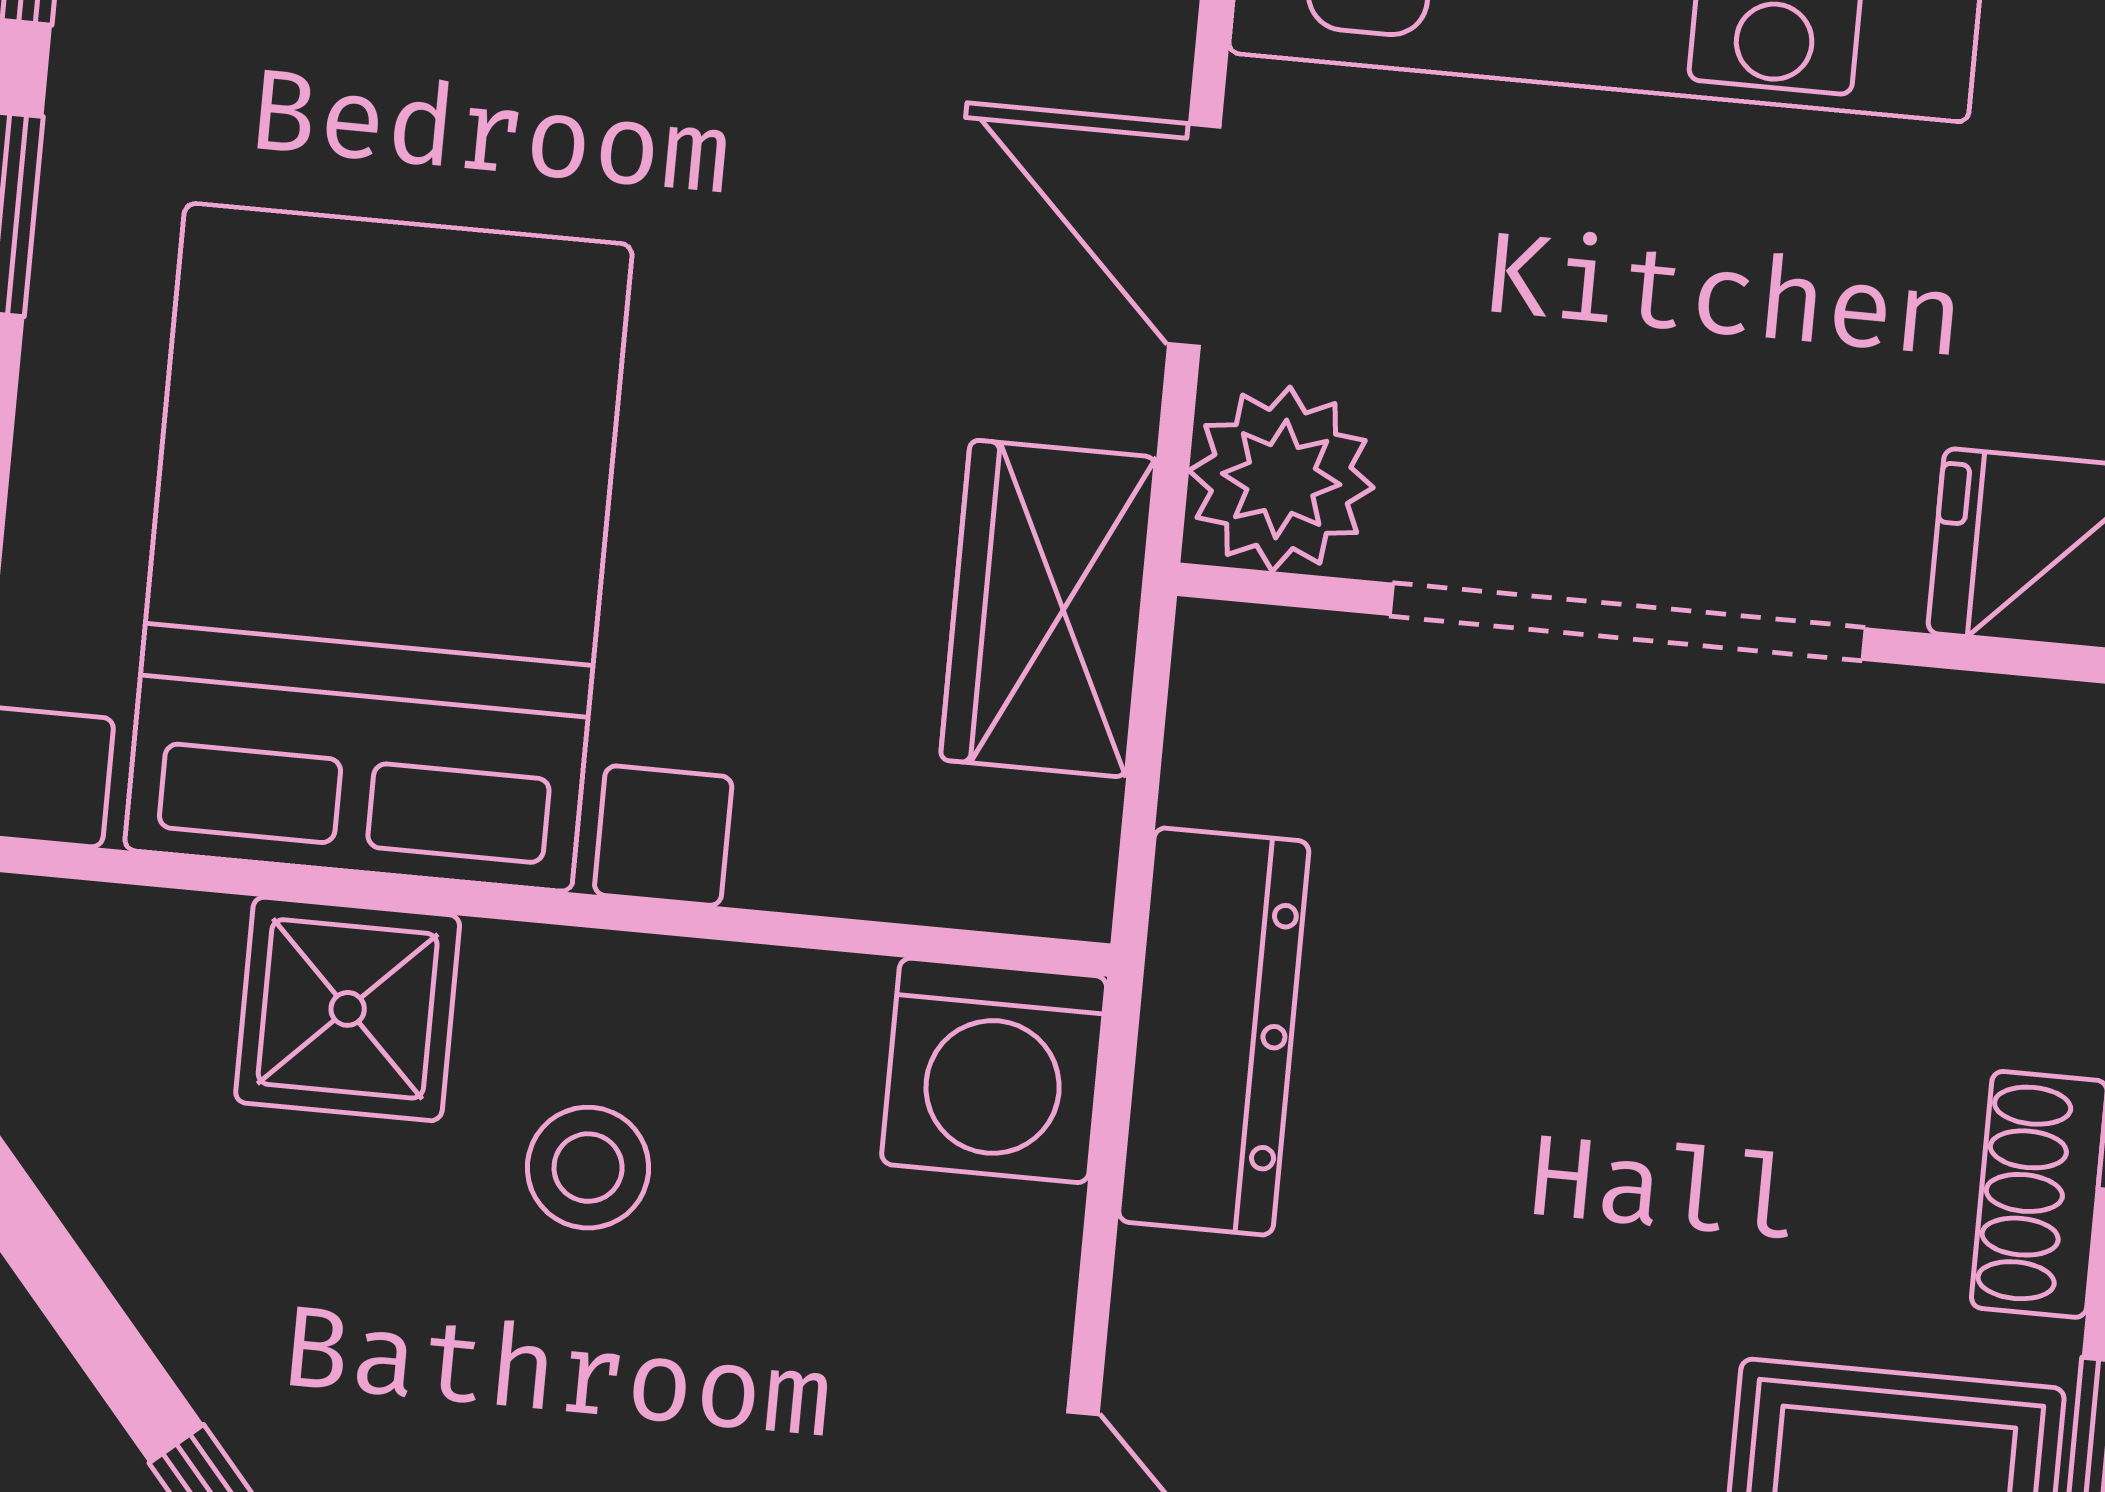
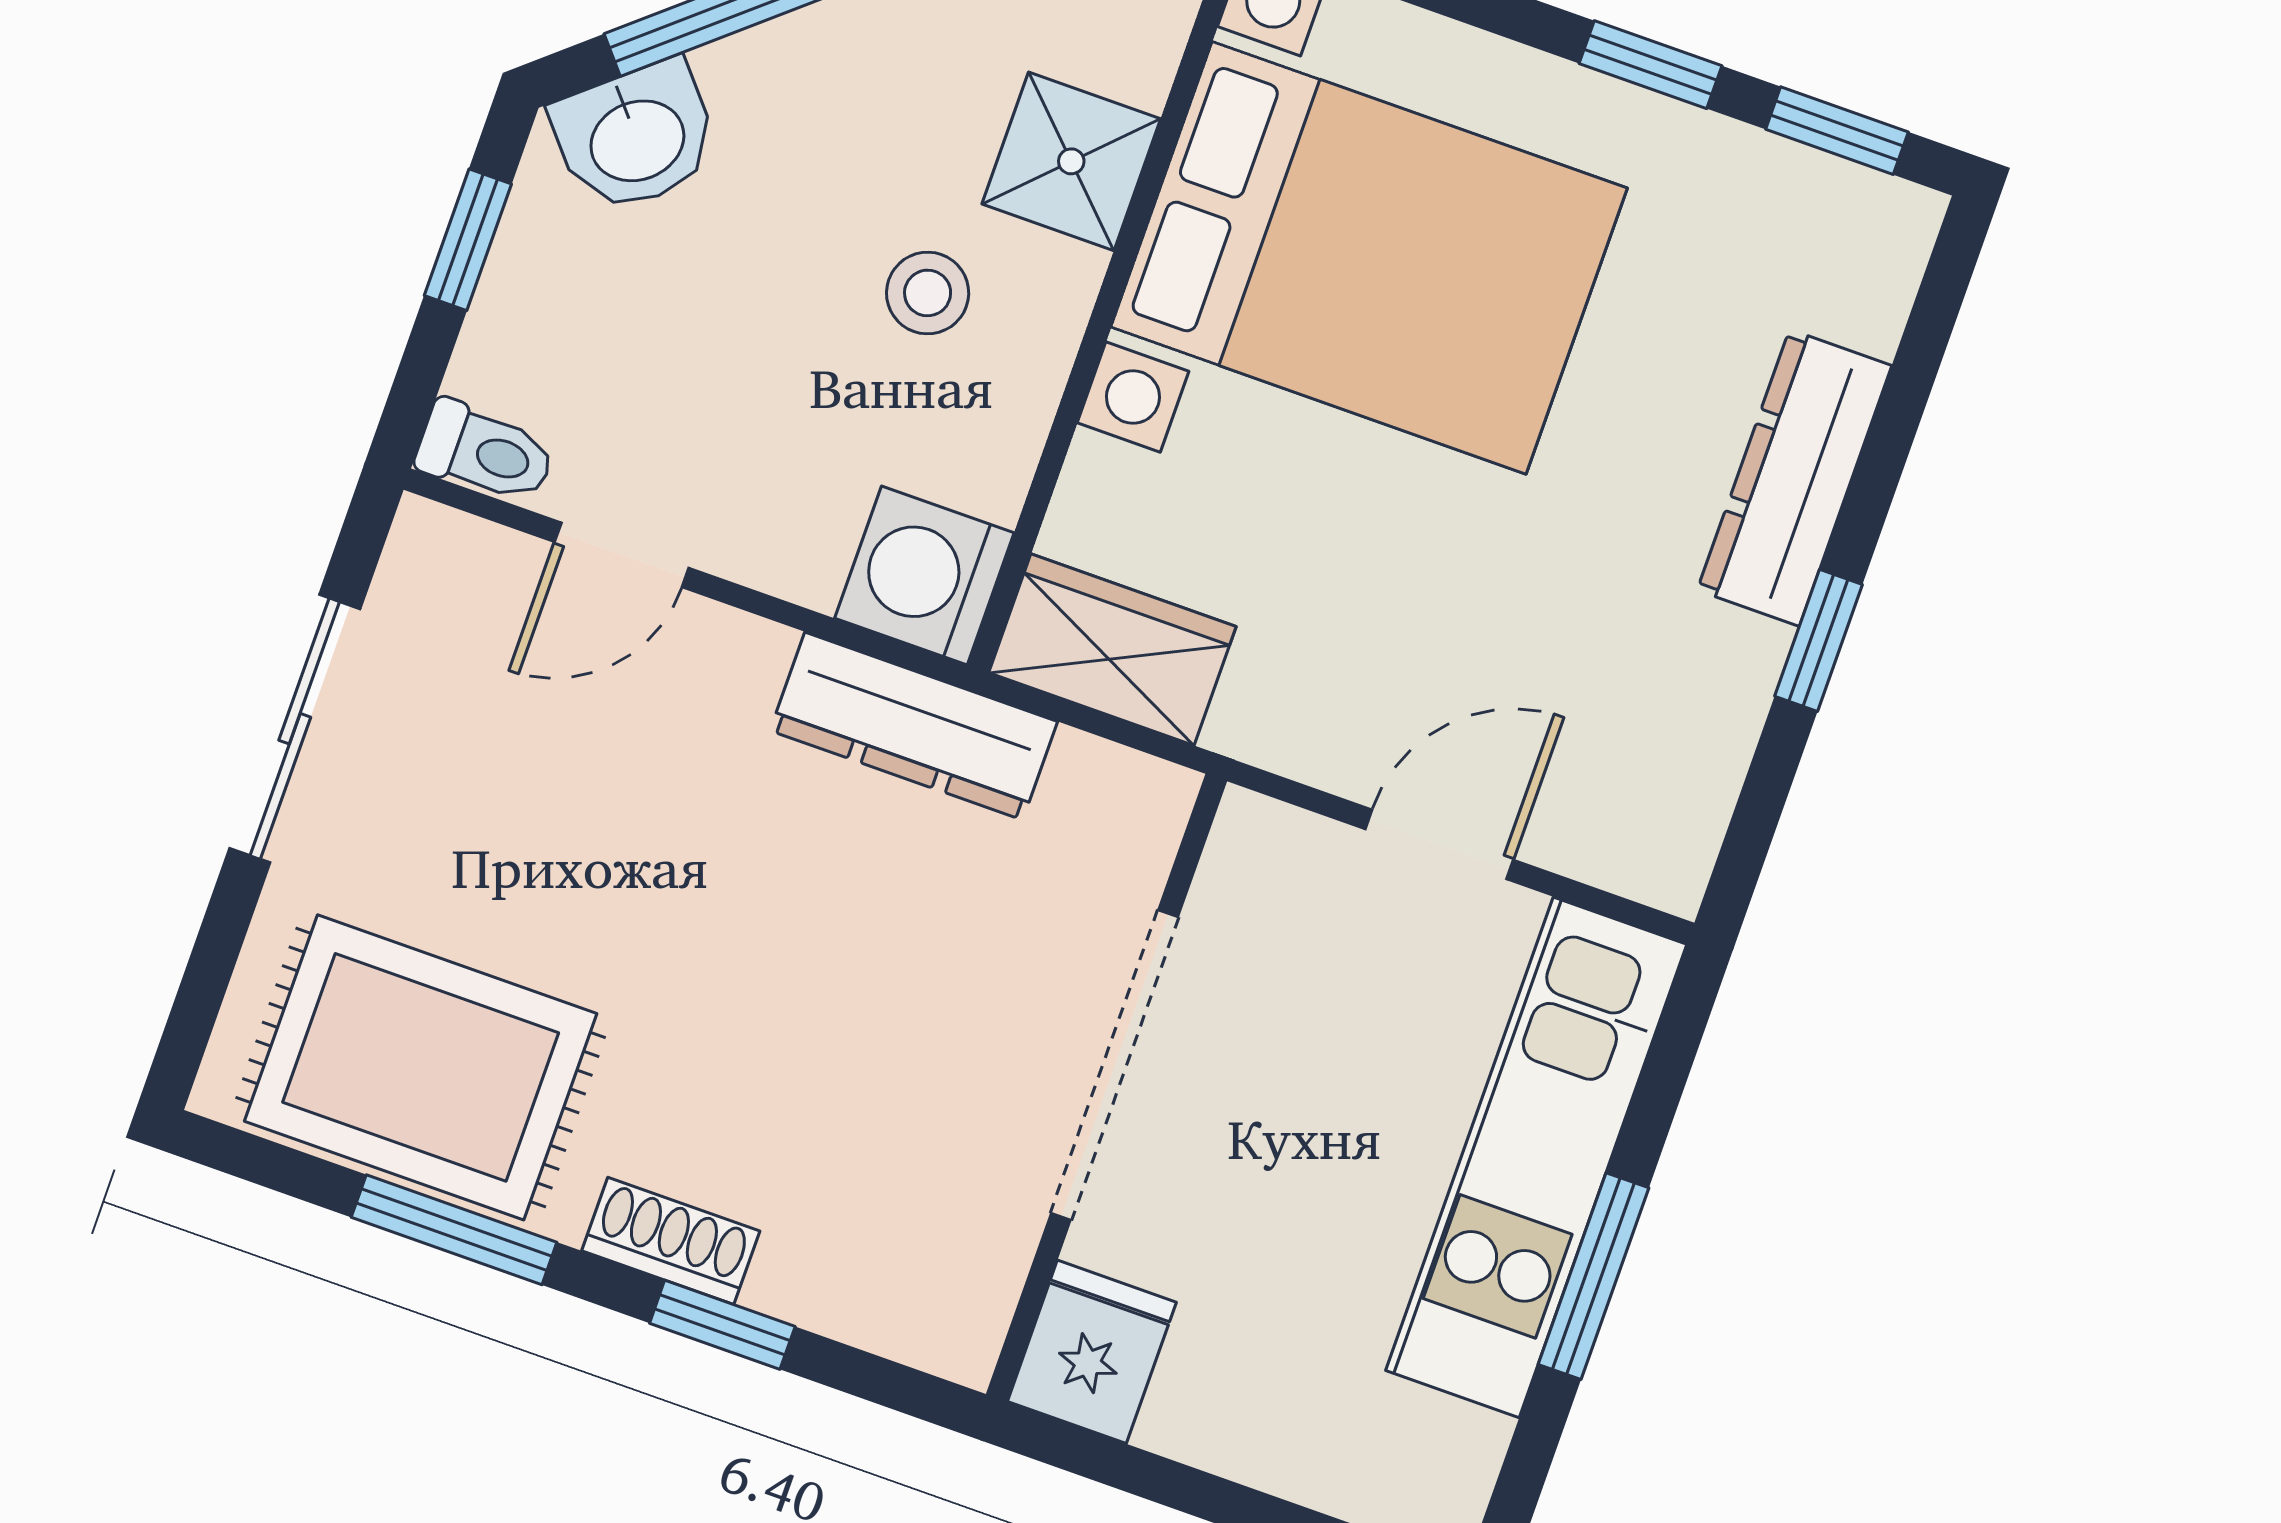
plant: (1281, 479) -> (1265, 861), removed
wardrobe: (1048, 609) -> (1112, 650), moved

